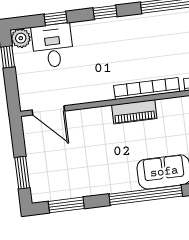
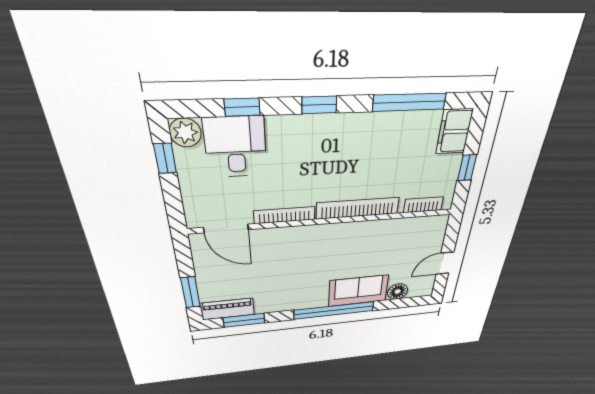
bookcase: (91, 97) -> (285, 215), added
piano: (134, 112) -> (228, 309), moved, turned 180

